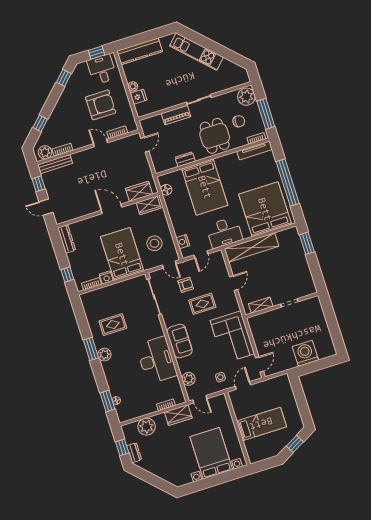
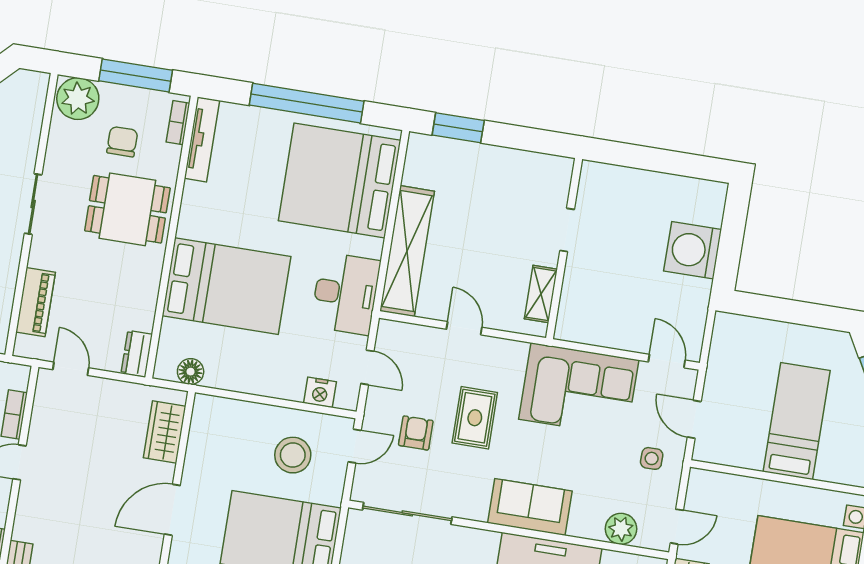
piano: (176, 115) -> (36, 302), moved
dresser: (185, 159) -> (137, 354), moved
wardrobe: (149, 205) -> (205, 427), removed

